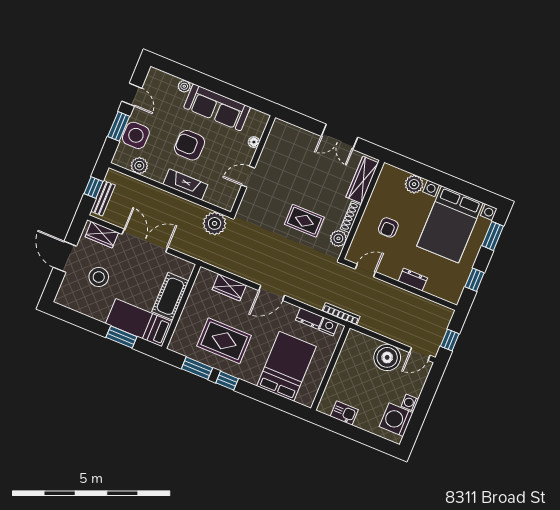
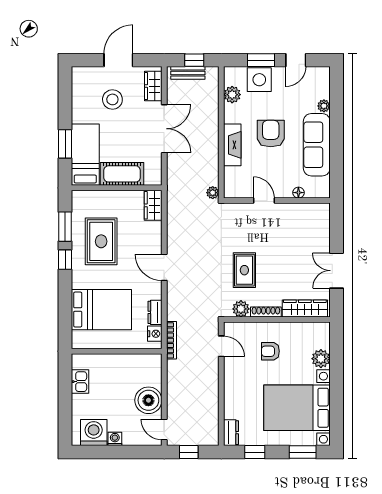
plant: (215, 223) -> (213, 193), width x0.53, depth x0.53
dresser: (413, 280) -> (231, 433), moved
wardrobe: (229, 287) -> (153, 205), moved

